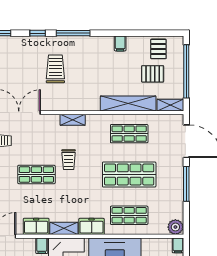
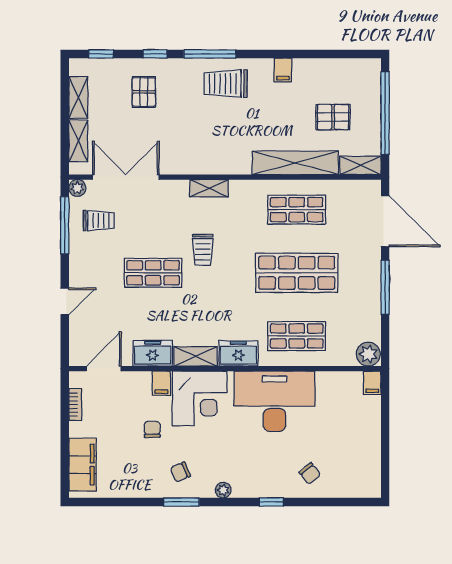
pallet: (158, 49) -> (144, 92), moved
trolley: (55, 69) -> (226, 84), moved, turned -90

